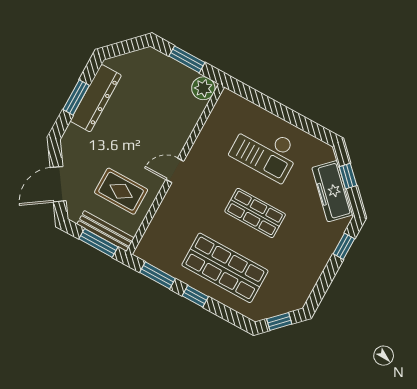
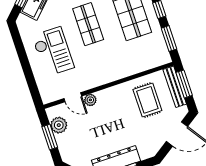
plant: (203, 88) -> (59, 125), moved
plant: (180, 137) -> (90, 100), added
door: (175, 170) -> (73, 97), moved

